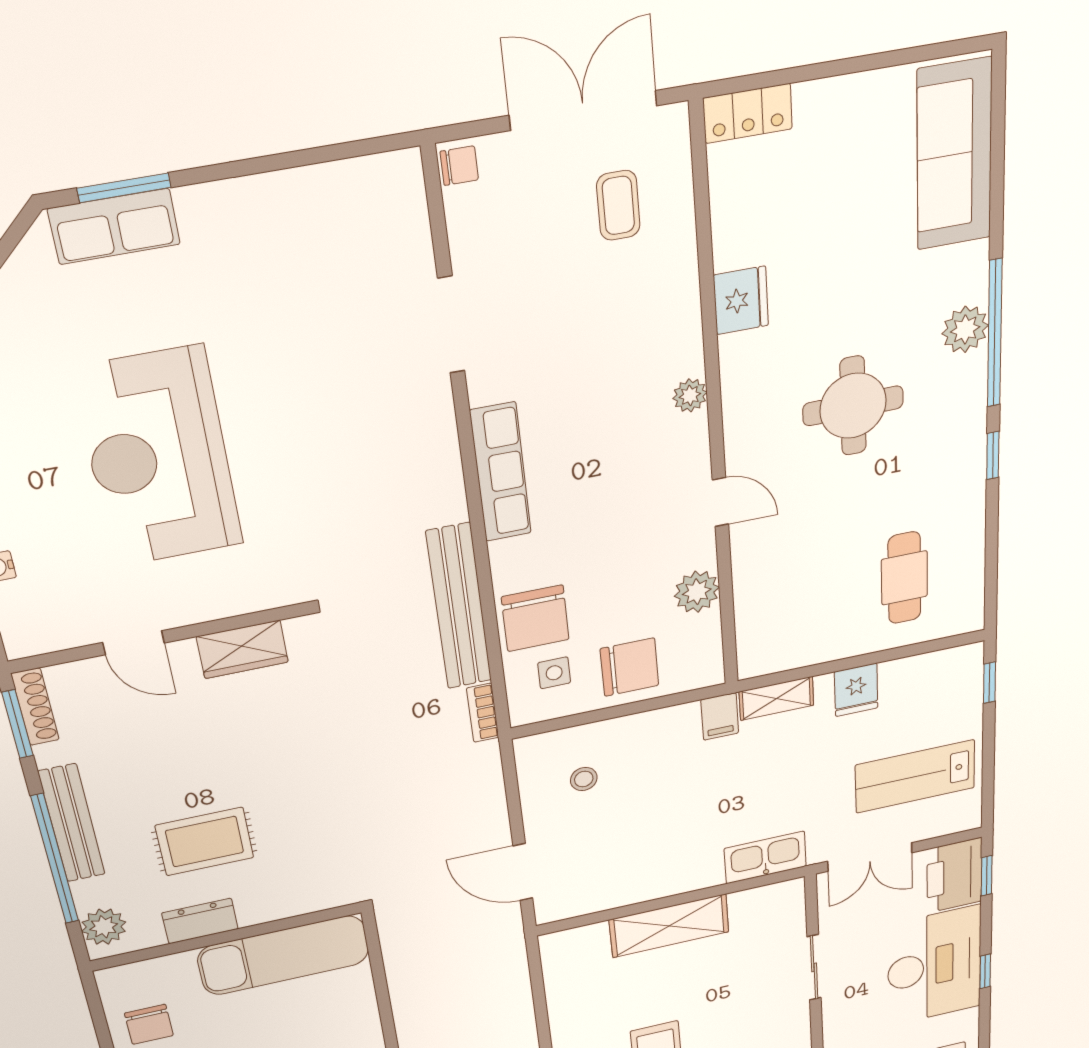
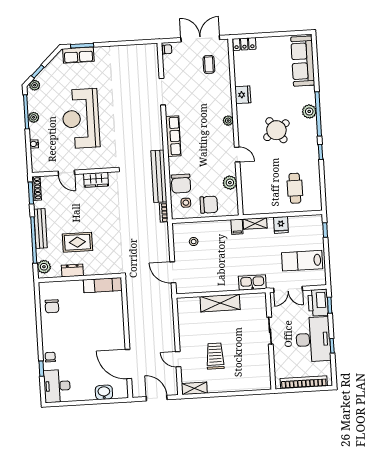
round table: (853, 406) -> (276, 130), turned -34
exam couch: (284, 955) -> (103, 285), width x0.73, depth x0.69

